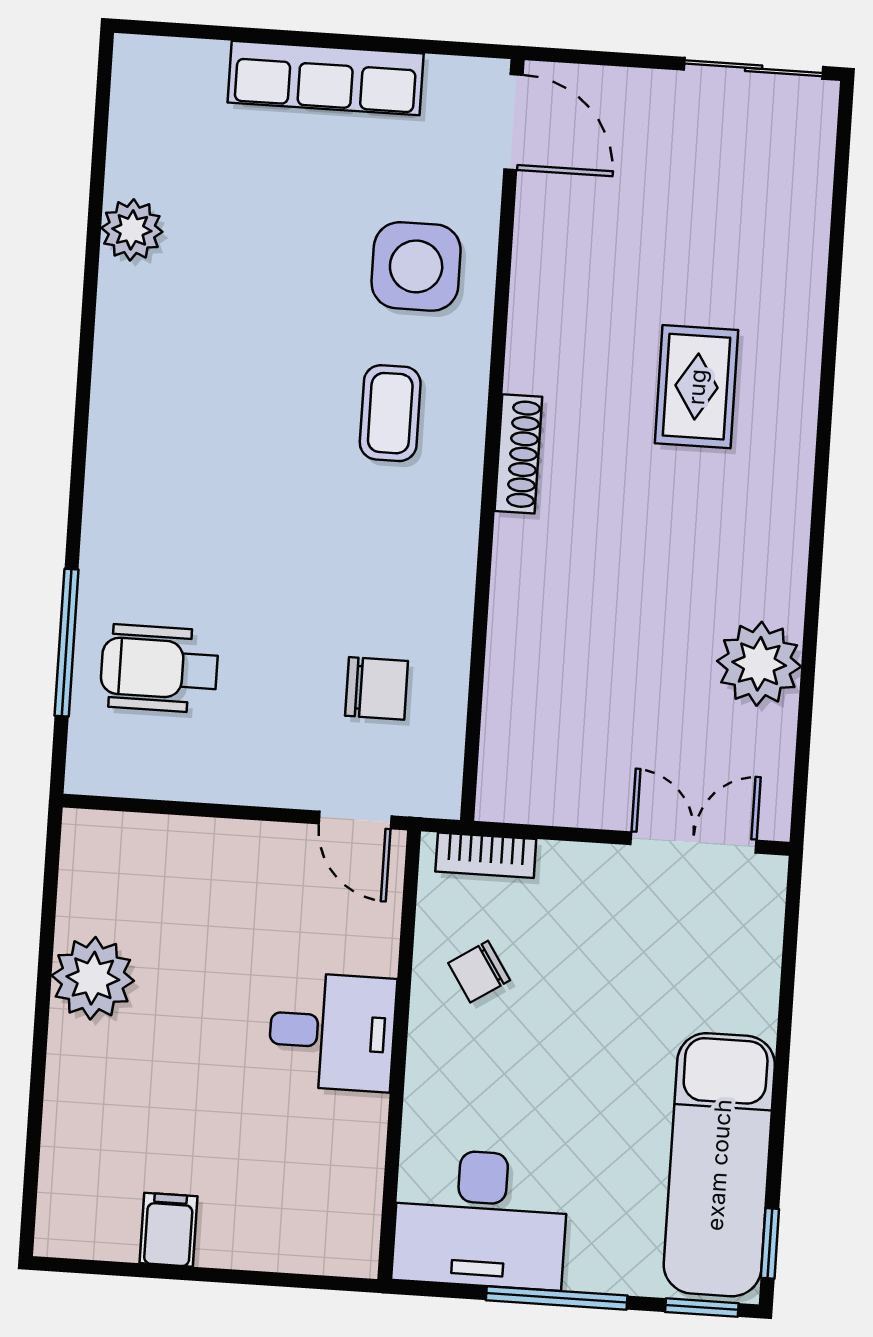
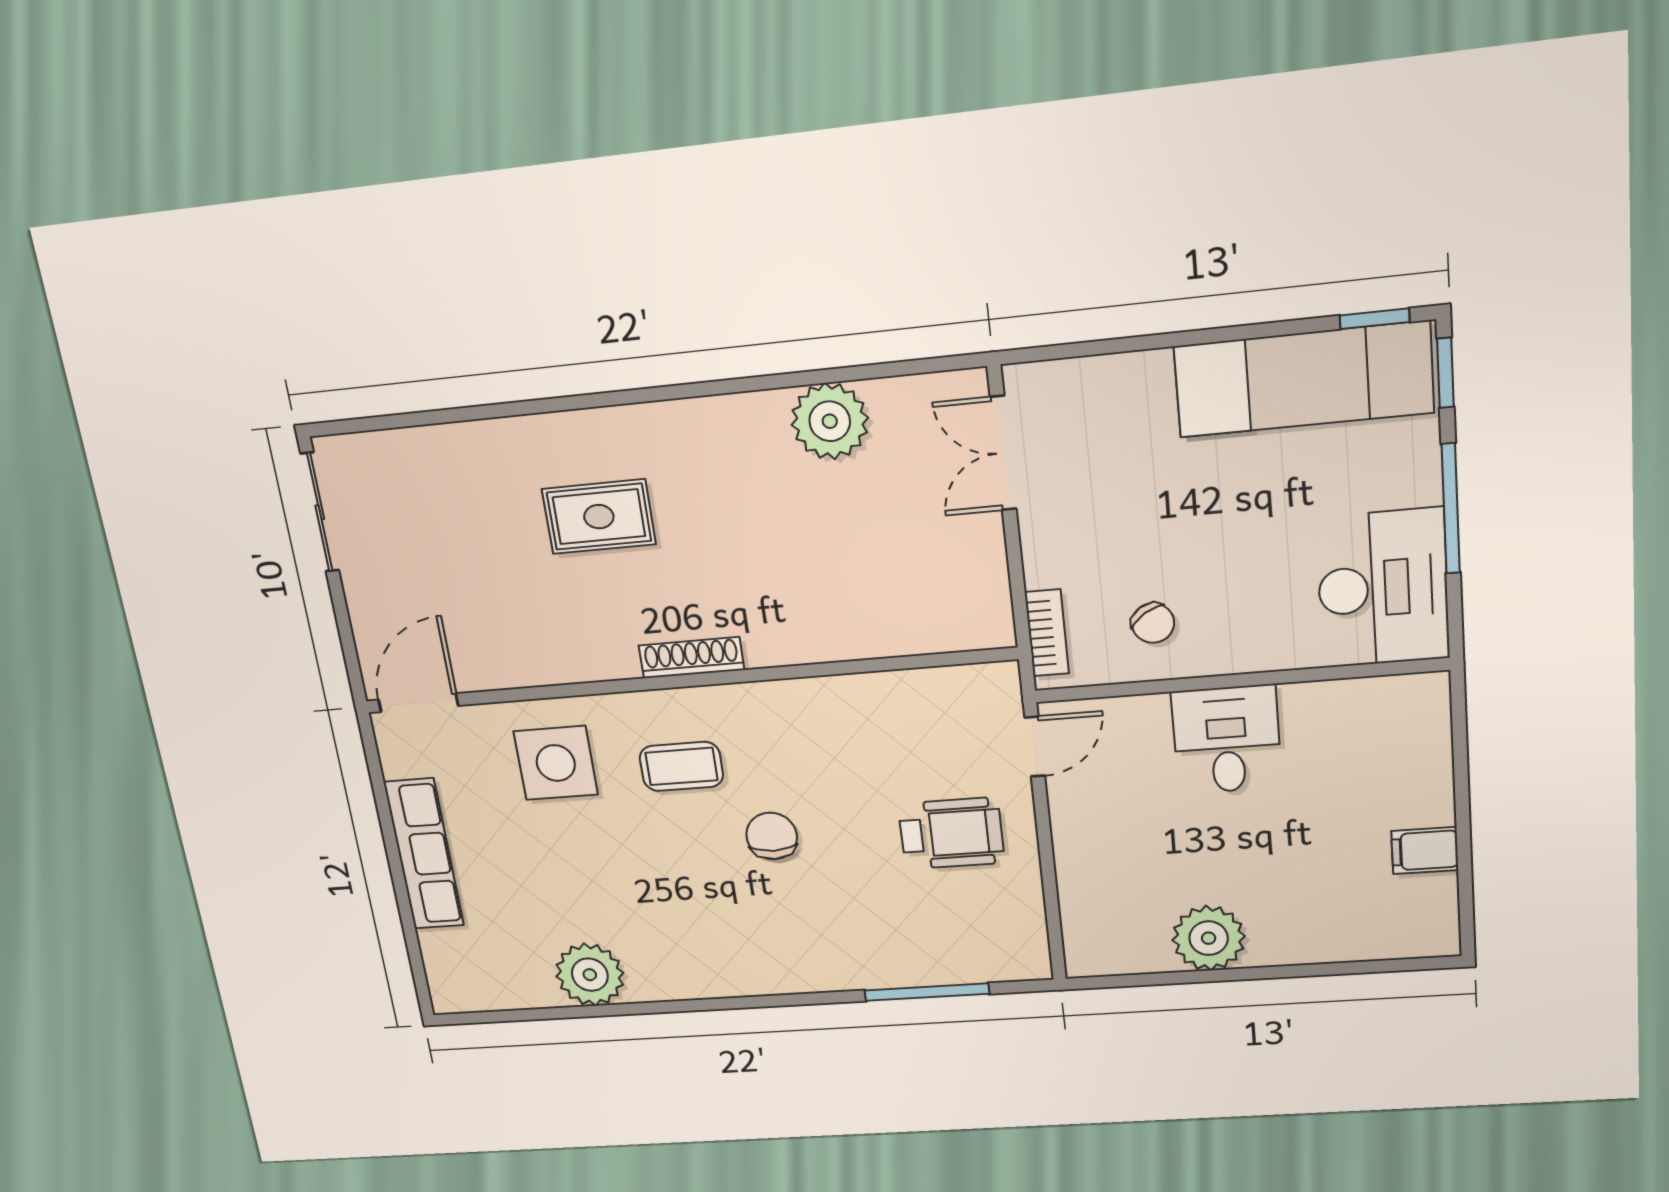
plant: (132, 230) -> (590, 975), width x1.36, depth x1.36
wheelchair: (159, 669) -> (951, 833), moved, turned -90
chair: (377, 688) -> (772, 836), moved

